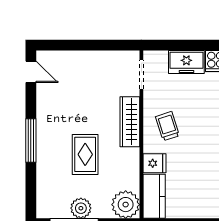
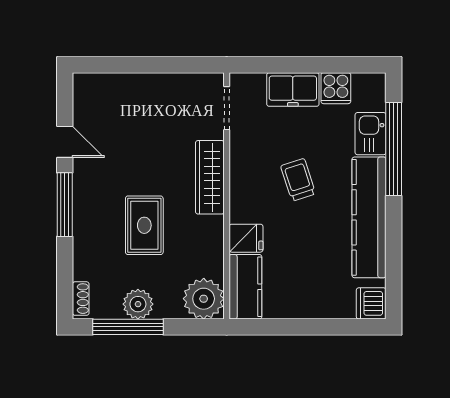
door: (31, 72) -> (65, 142), moved
trolley: (167, 126) -> (298, 180), moved
shoe rack: (42, 204) -> (81, 299), added

